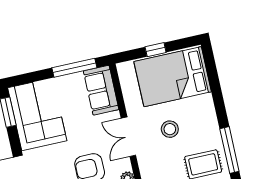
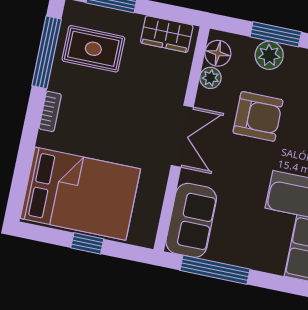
bookcase: (212, 117) -> (50, 111), added
stool: (170, 129) -> (118, 121), removed

